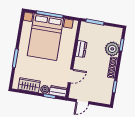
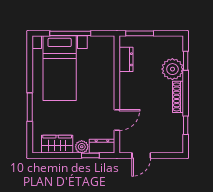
bed with nightstands: (45, 37) -> (60, 68), width x0.73
dresser: (81, 49) -> (126, 59), moved

